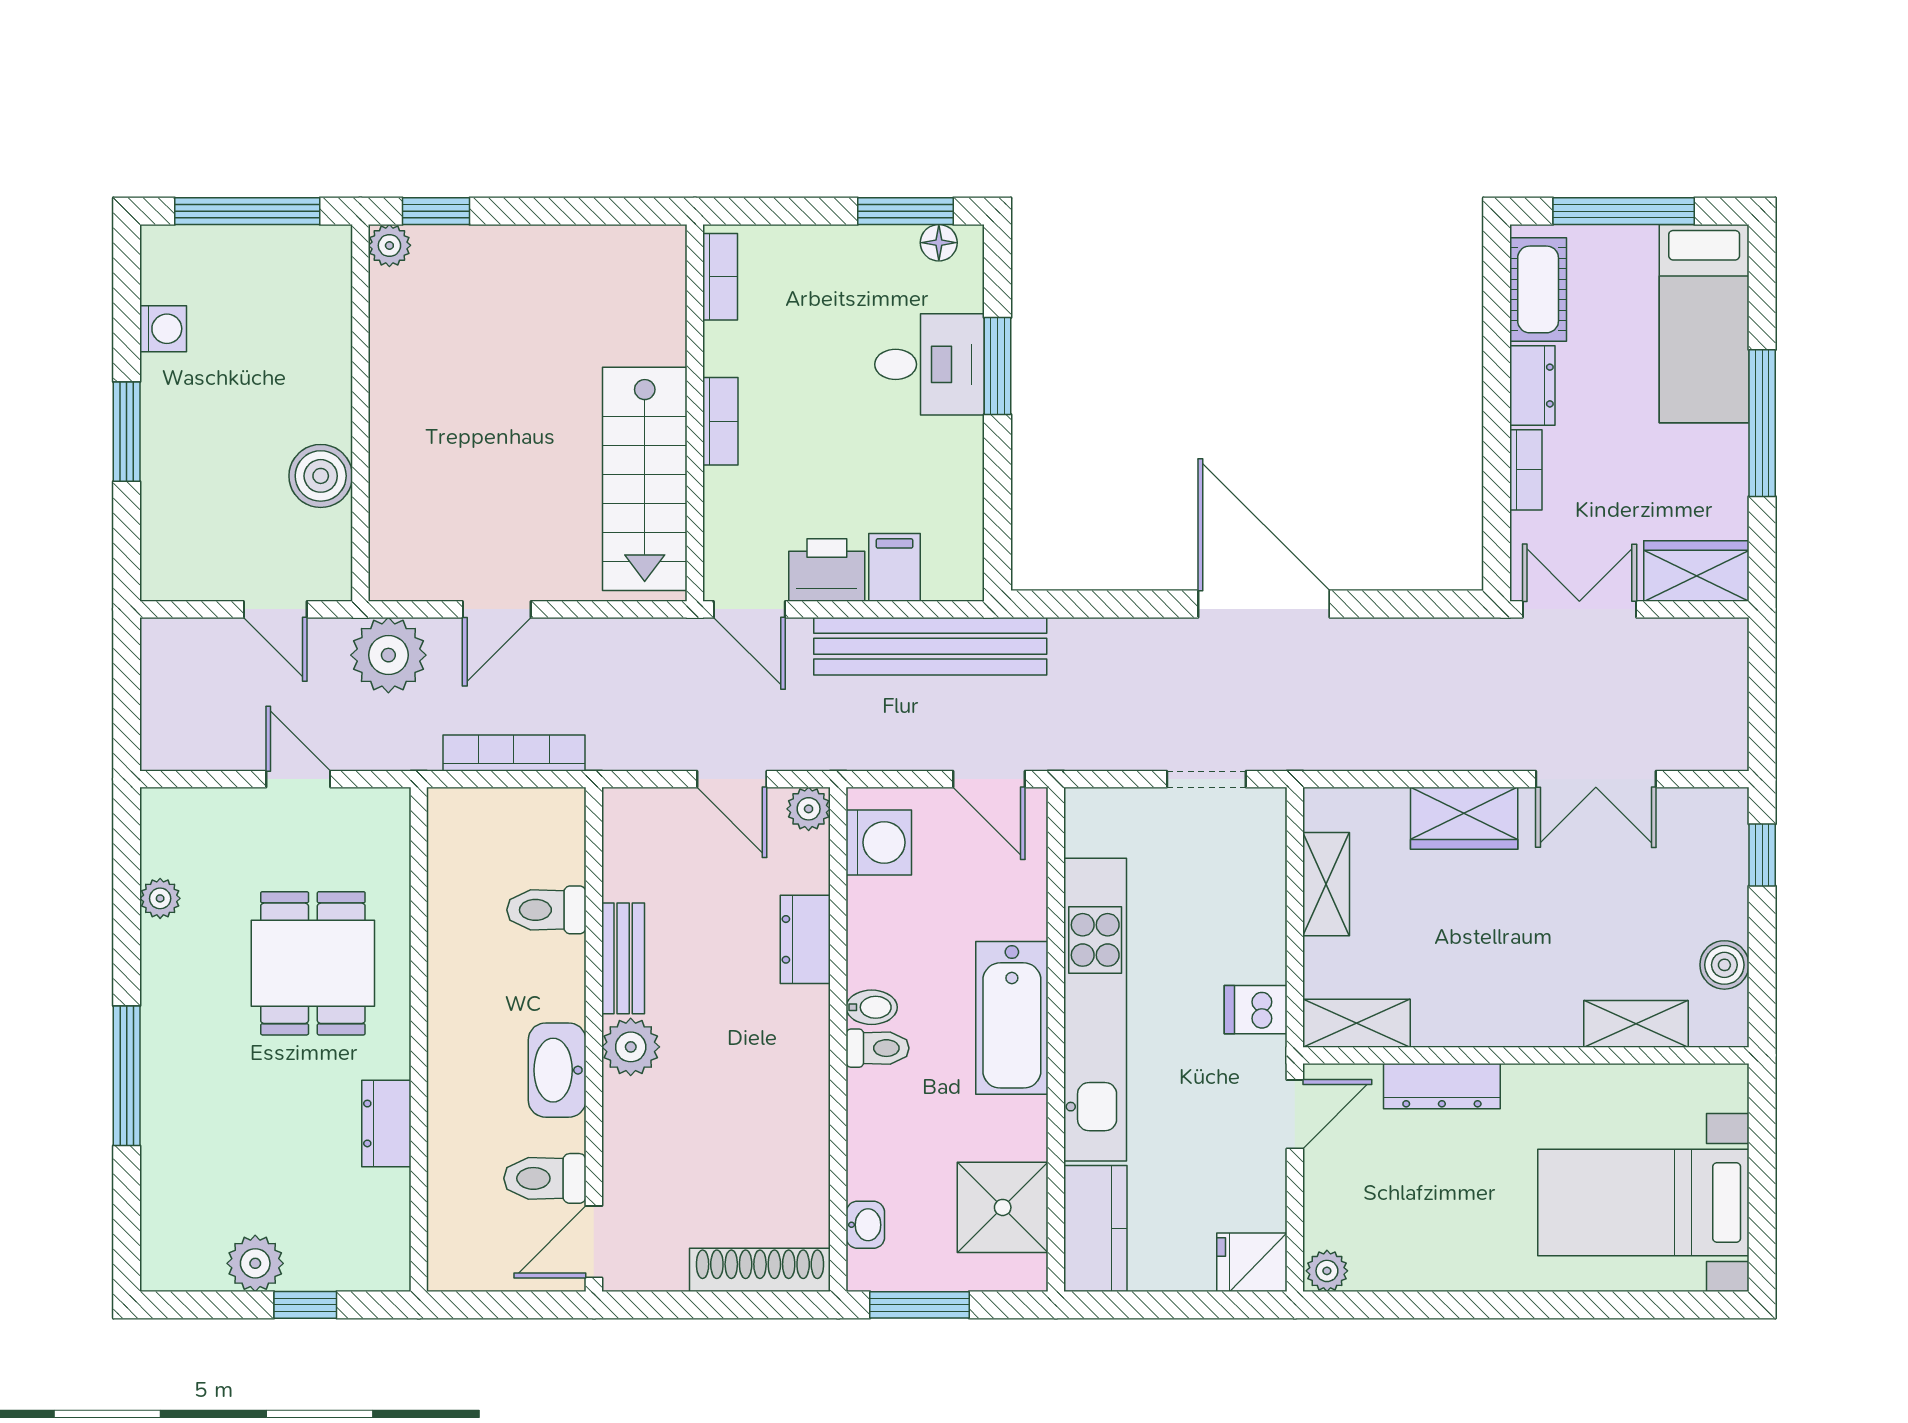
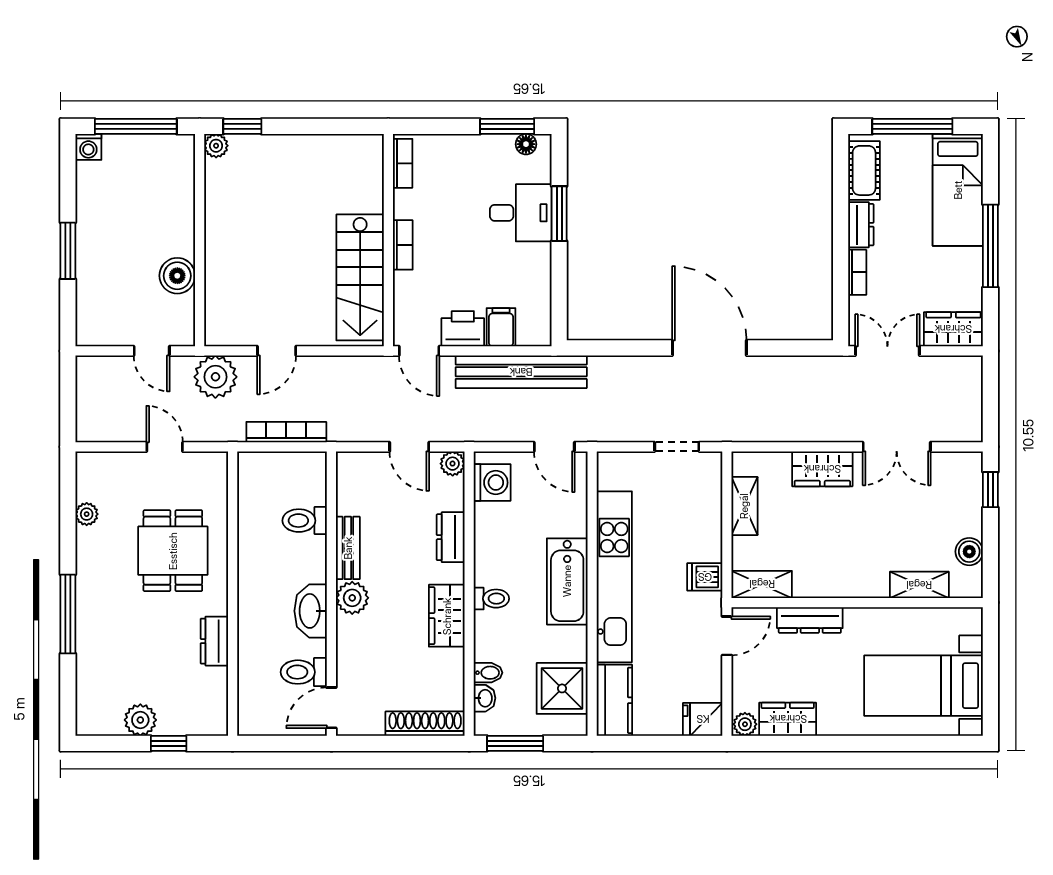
washing machine: (163, 329) -> (88, 147), moved, turned 90
bidet: (872, 1007) -> (488, 673), moved
wardrobe: (798, 1078) -> (447, 616), added
wardrobe: (1403, 1262) -> (788, 719), added

